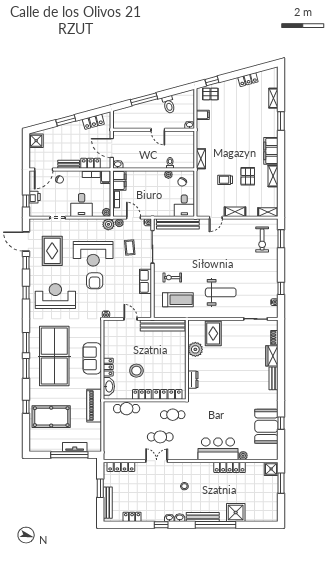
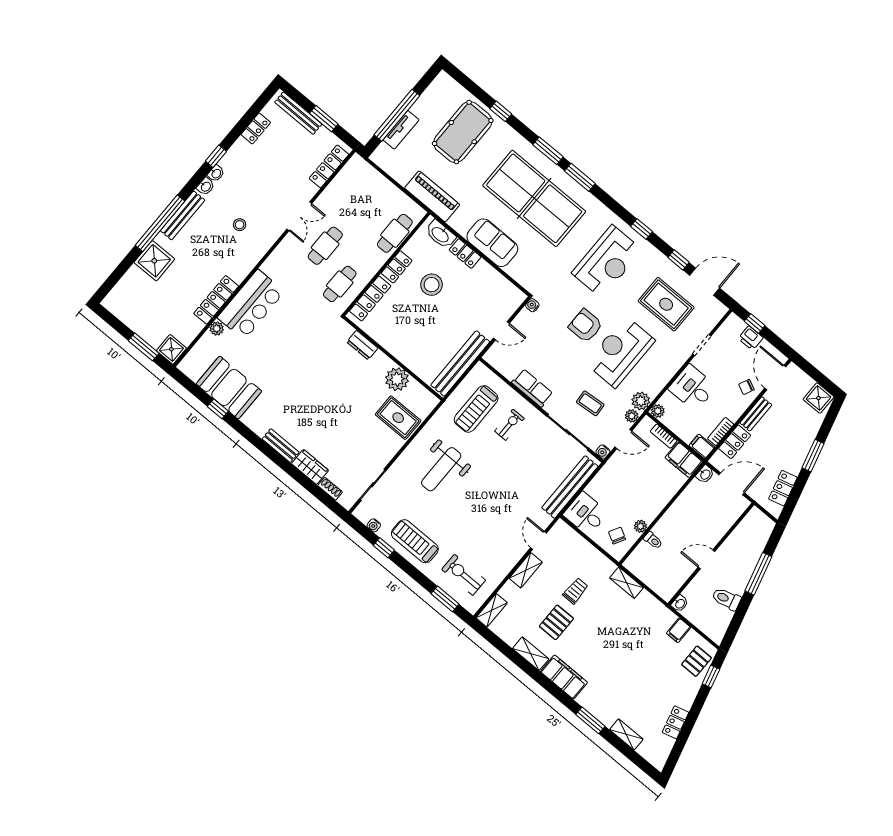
pallet: (248, 176) -> (556, 622), turned 90
treadmill: (266, 276) -> (415, 541), added

